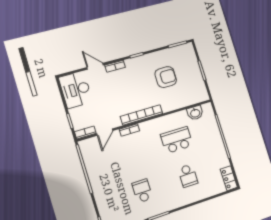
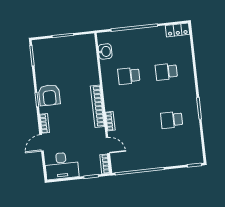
armchair: (166, 77) -> (49, 95), moved, turned 180
school desk: (177, 140) -> (129, 76), width x0.54
school desk: (188, 176) -> (166, 72), turned 180

